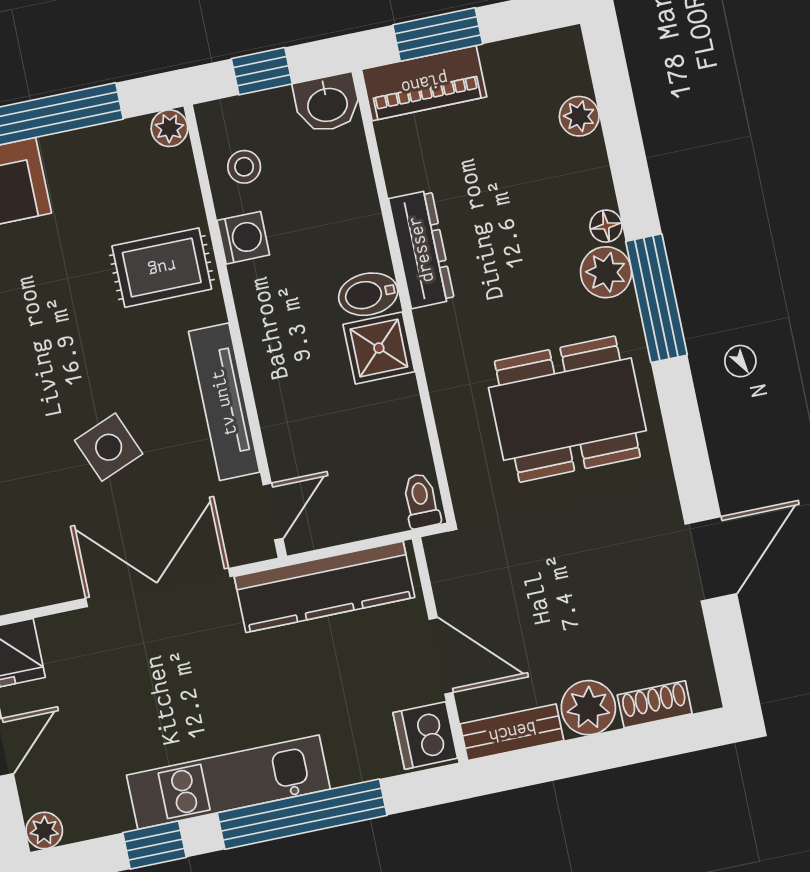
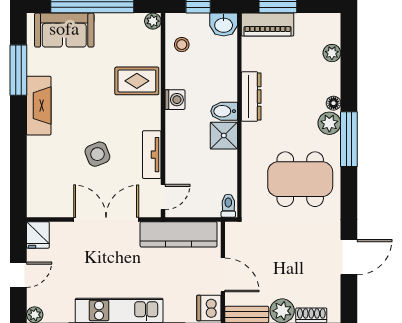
washing machine: (243, 238) -> (175, 100), moved
tv unit: (224, 402) -> (152, 155), width x0.71

